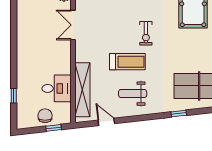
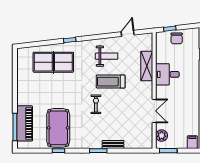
desk: (57, 88) -> (167, 74), moved
shelving: (82, 90) -> (147, 66), width x0.68
door: (106, 122) -> (128, 33), swing flipped

